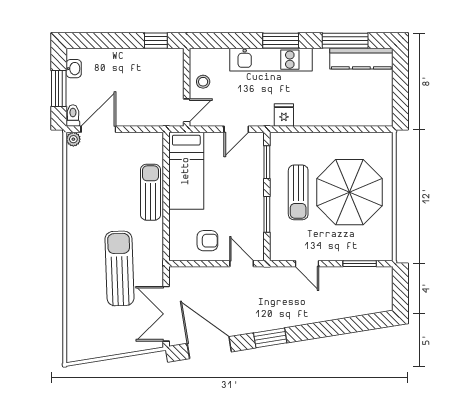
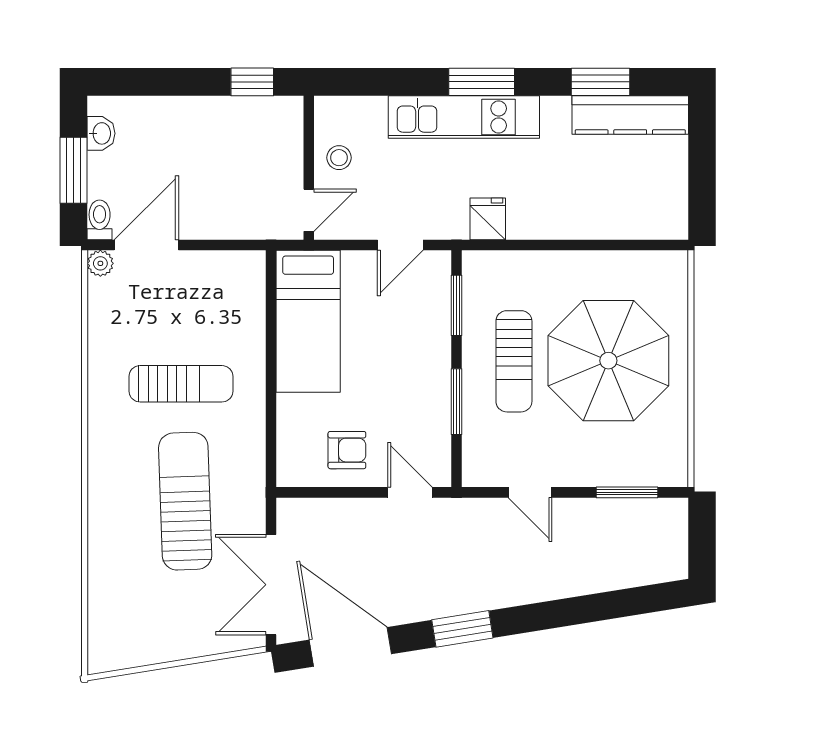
window: (345, 41) -> (600, 82), width x0.69
sun lounger: (150, 192) -> (181, 384), moved, turned 90

